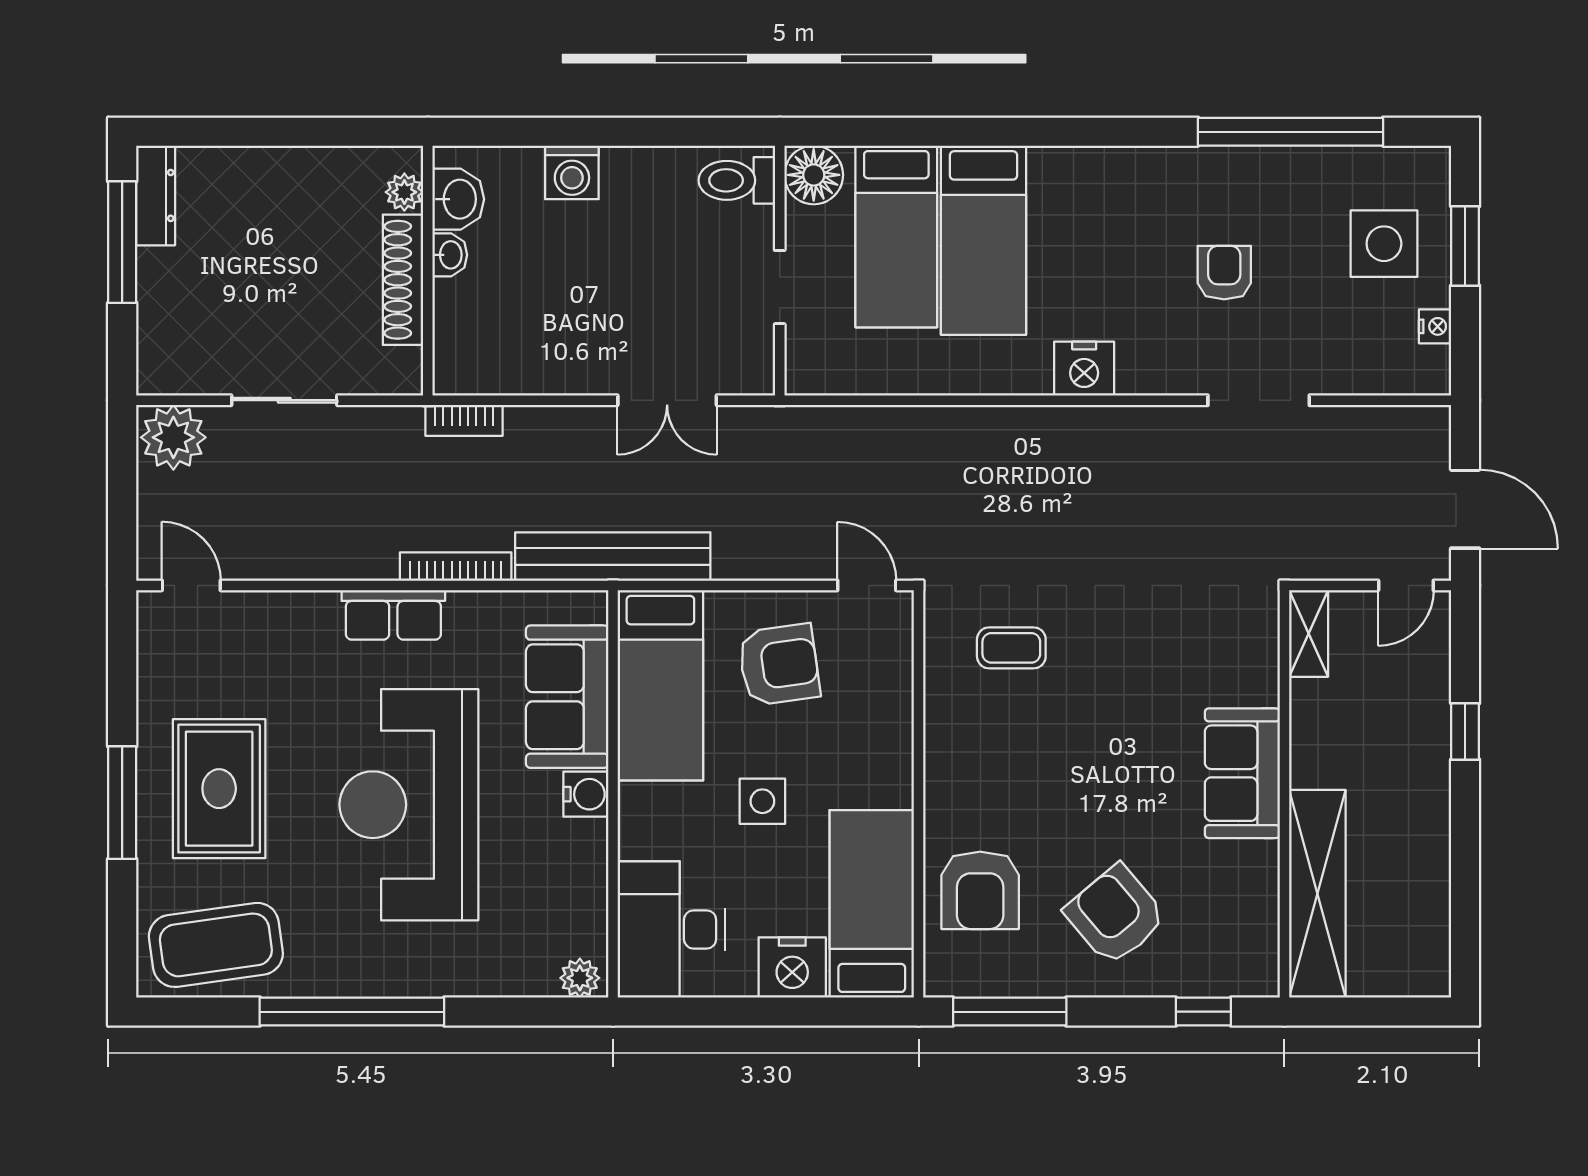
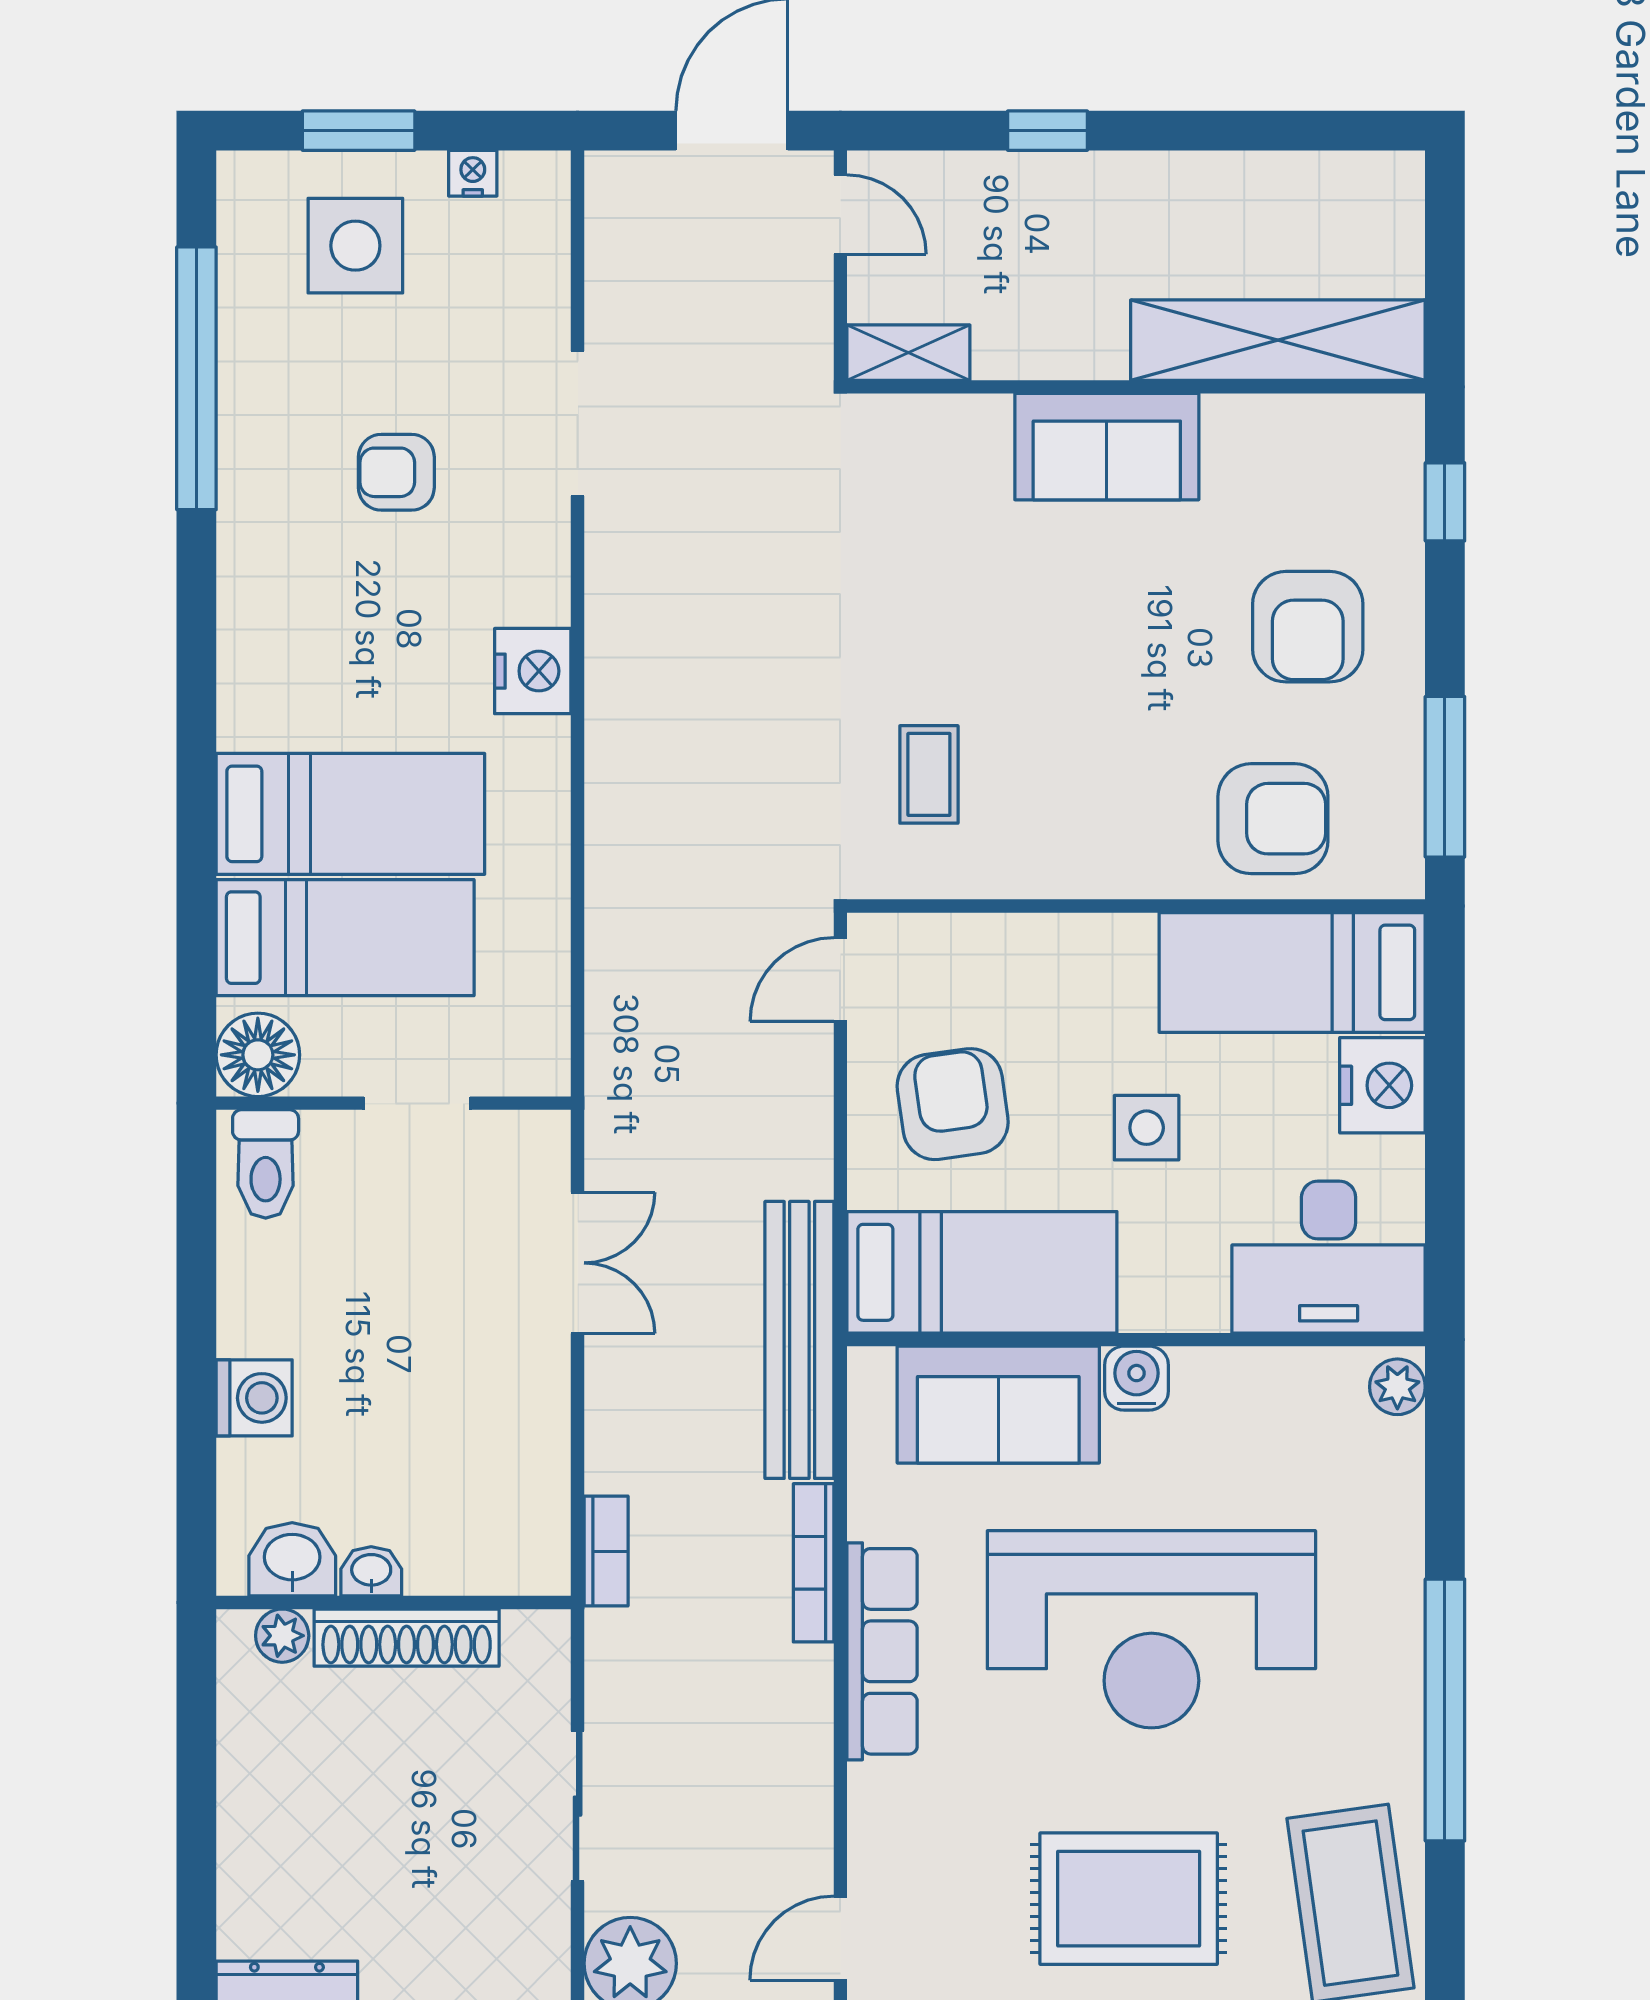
row of seats: (393, 615) -> (882, 1651), width x1.48
armchair: (1115, 915) -> (1308, 627), turned -50

